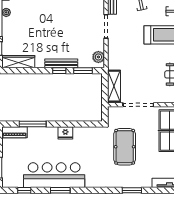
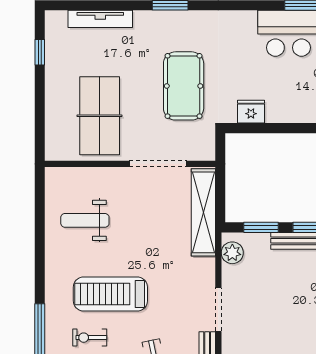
shelving: (114, 86) -> (203, 212), width x1.47
fridge: (65, 133) -> (251, 112), moved

